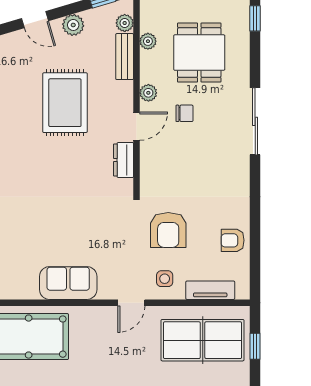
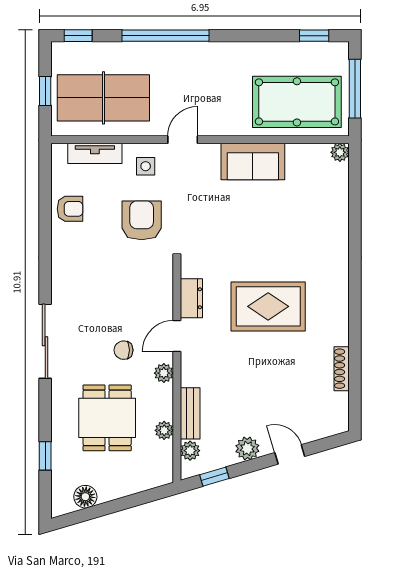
rug: (65, 103) -> (268, 306), moved, turned 90

